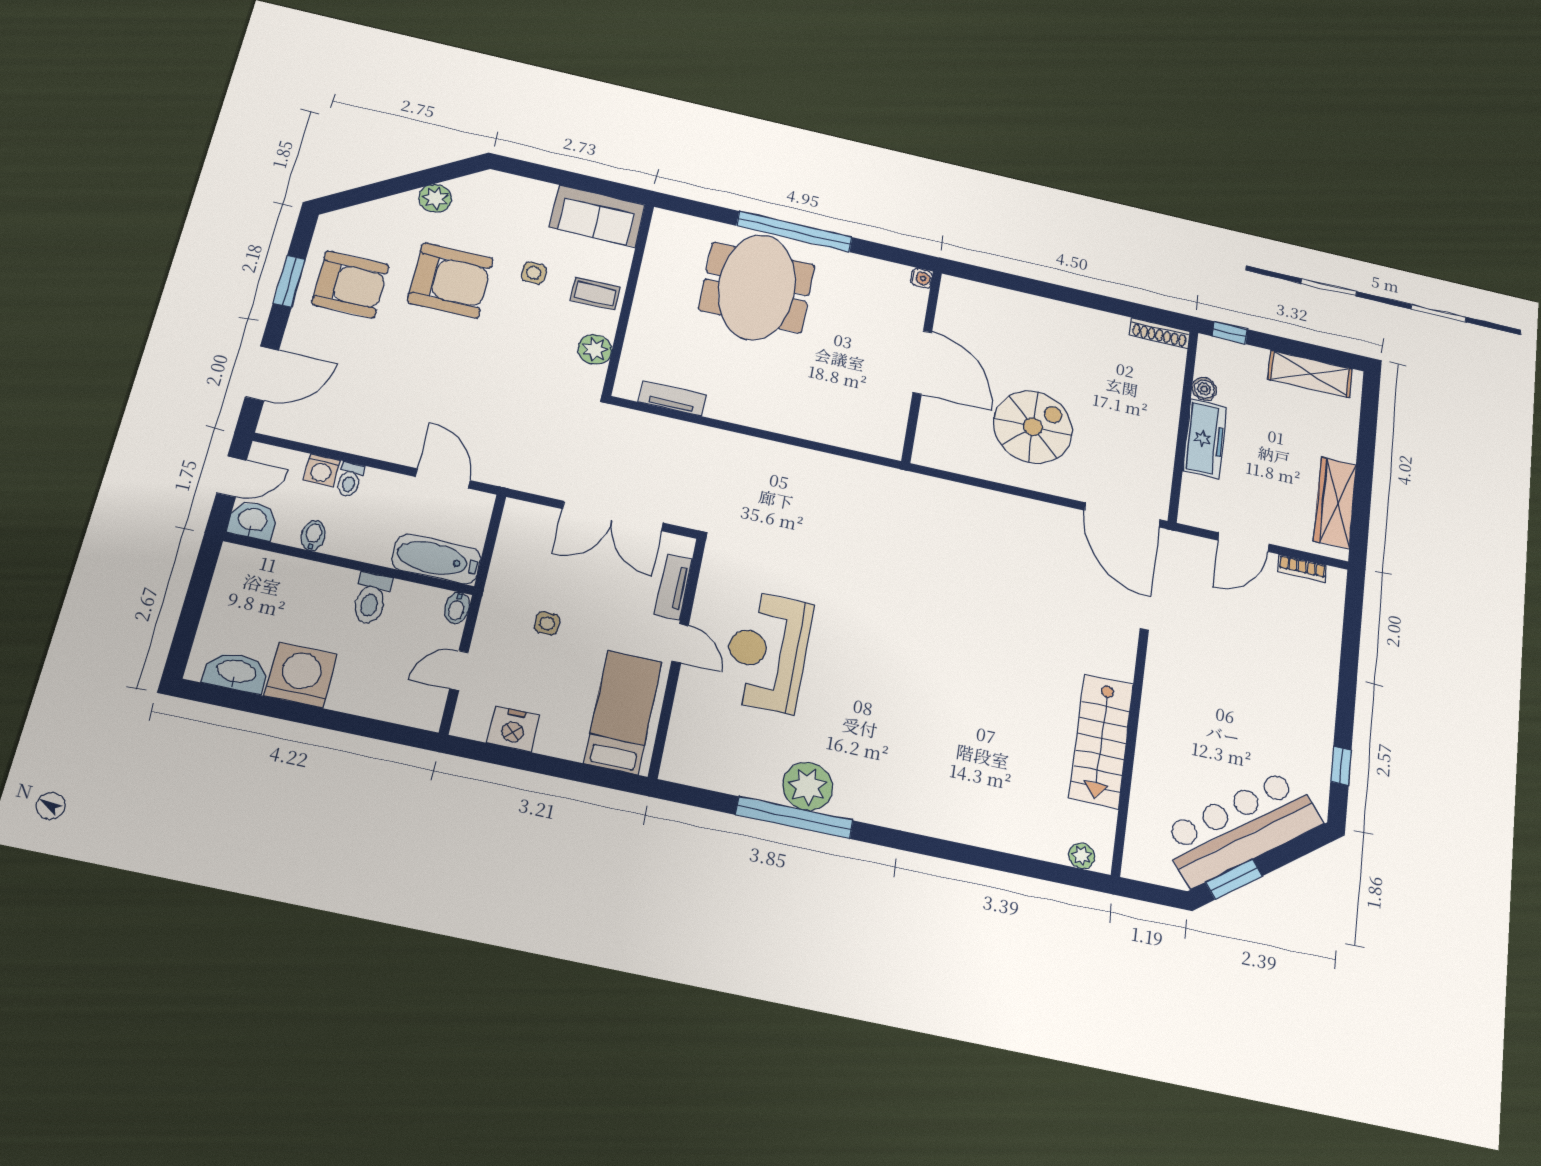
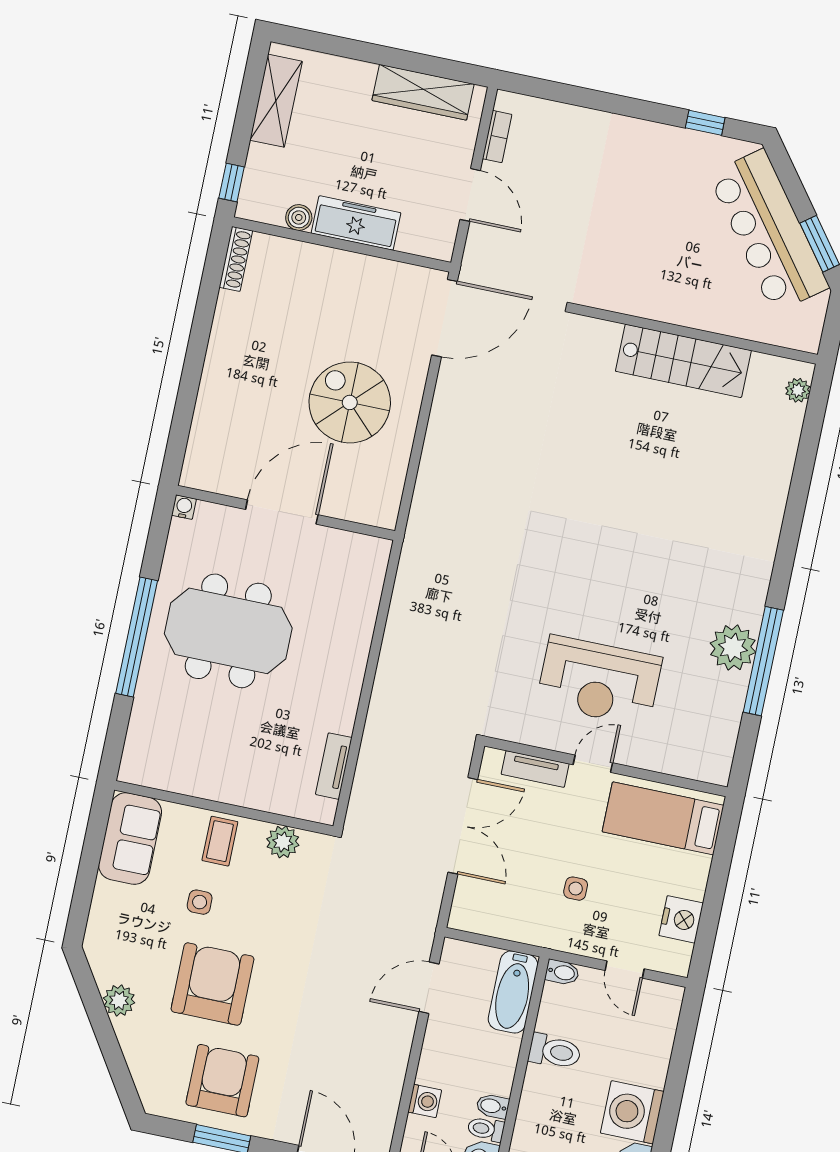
meeting table: (757, 287) -> (228, 631), moved
toilet: (350, 480) -> (486, 1129), moved, turned 180

